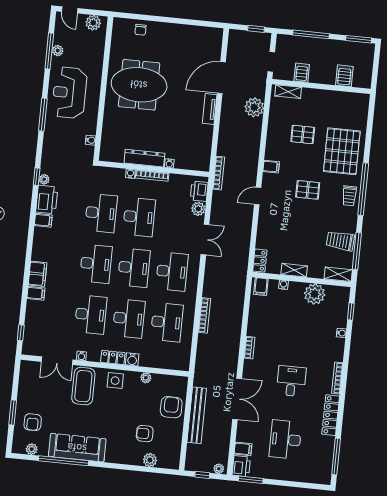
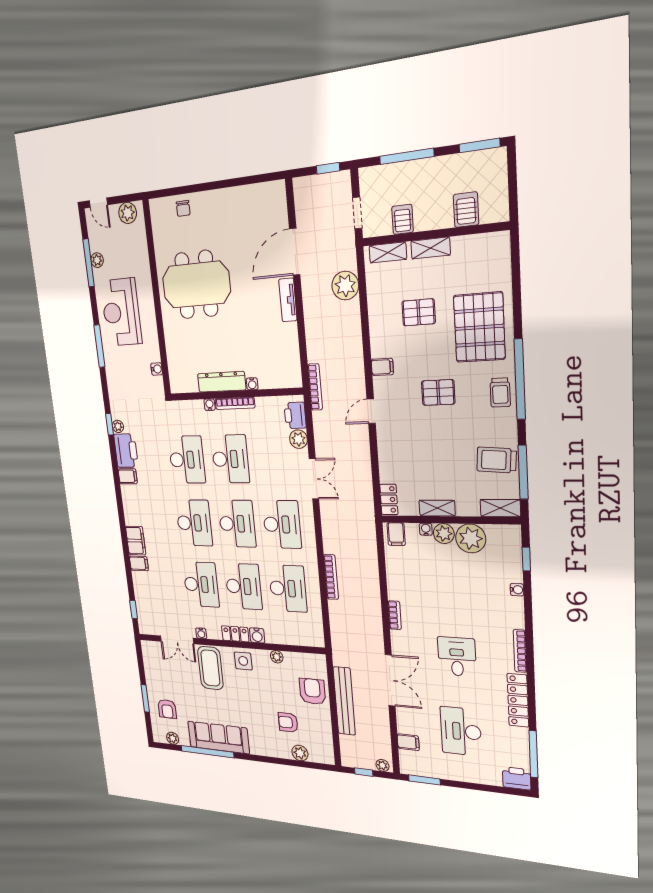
shelving: (317, 95) -> (431, 248), added
plant: (296, 289) -> (444, 534), added
printer: (241, 466) -> (517, 778), moved, turned -90

